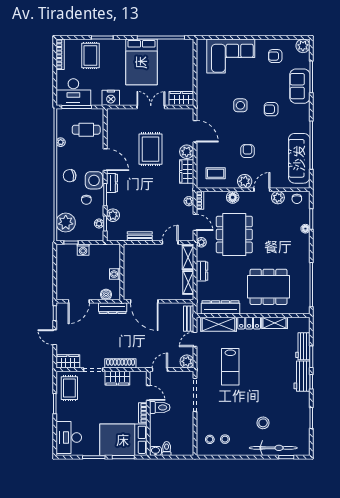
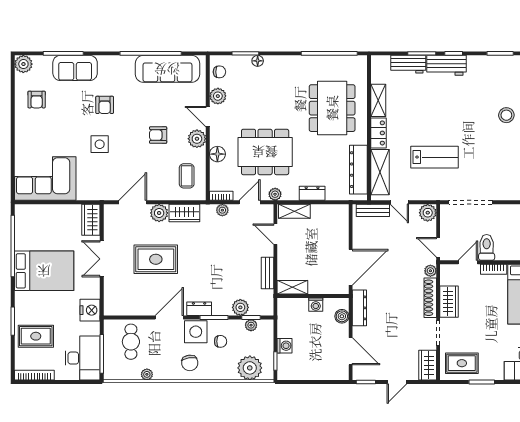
corner sofa: (231, 56) -> (45, 179), moved, turned -90
shelving: (188, 283) -> (292, 287), moved
plant: (142, 364) -> (430, 271), added

